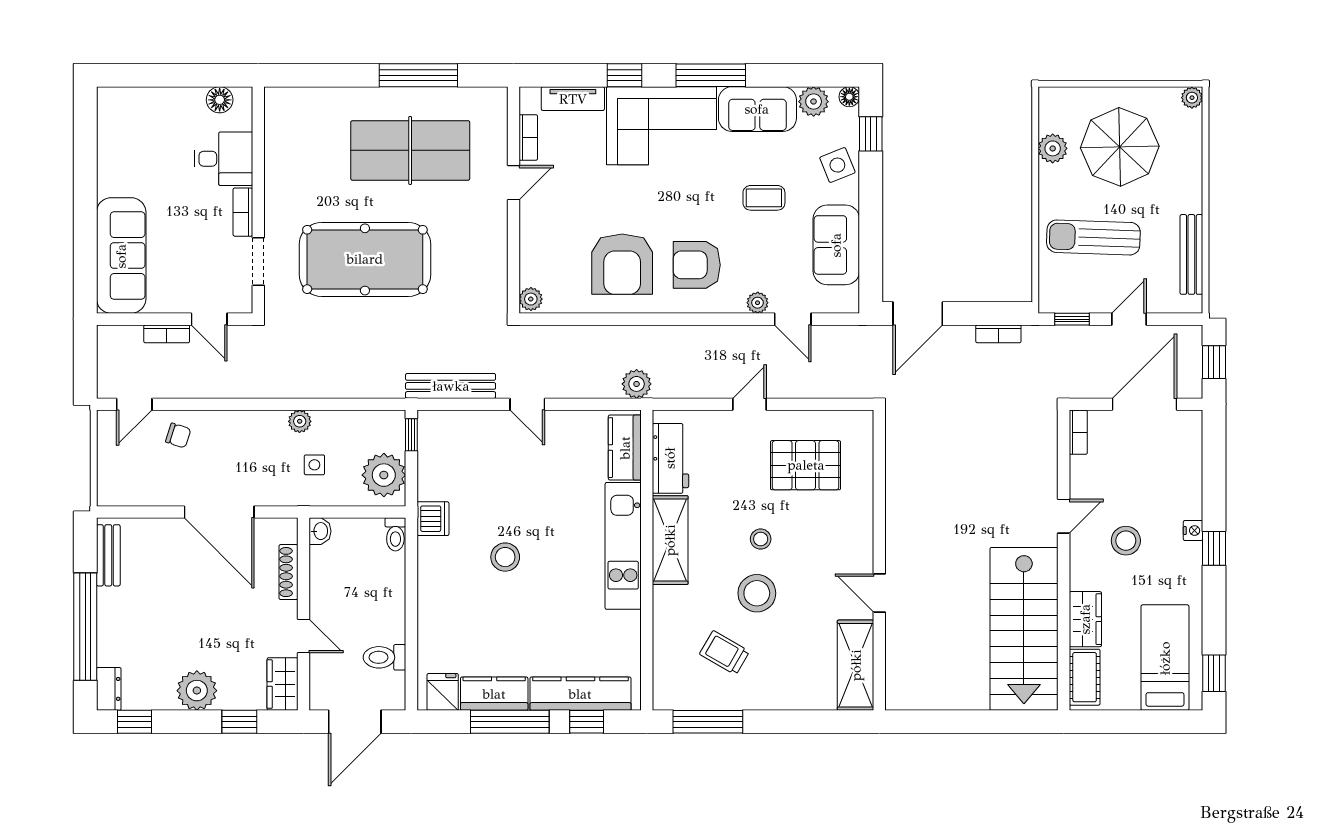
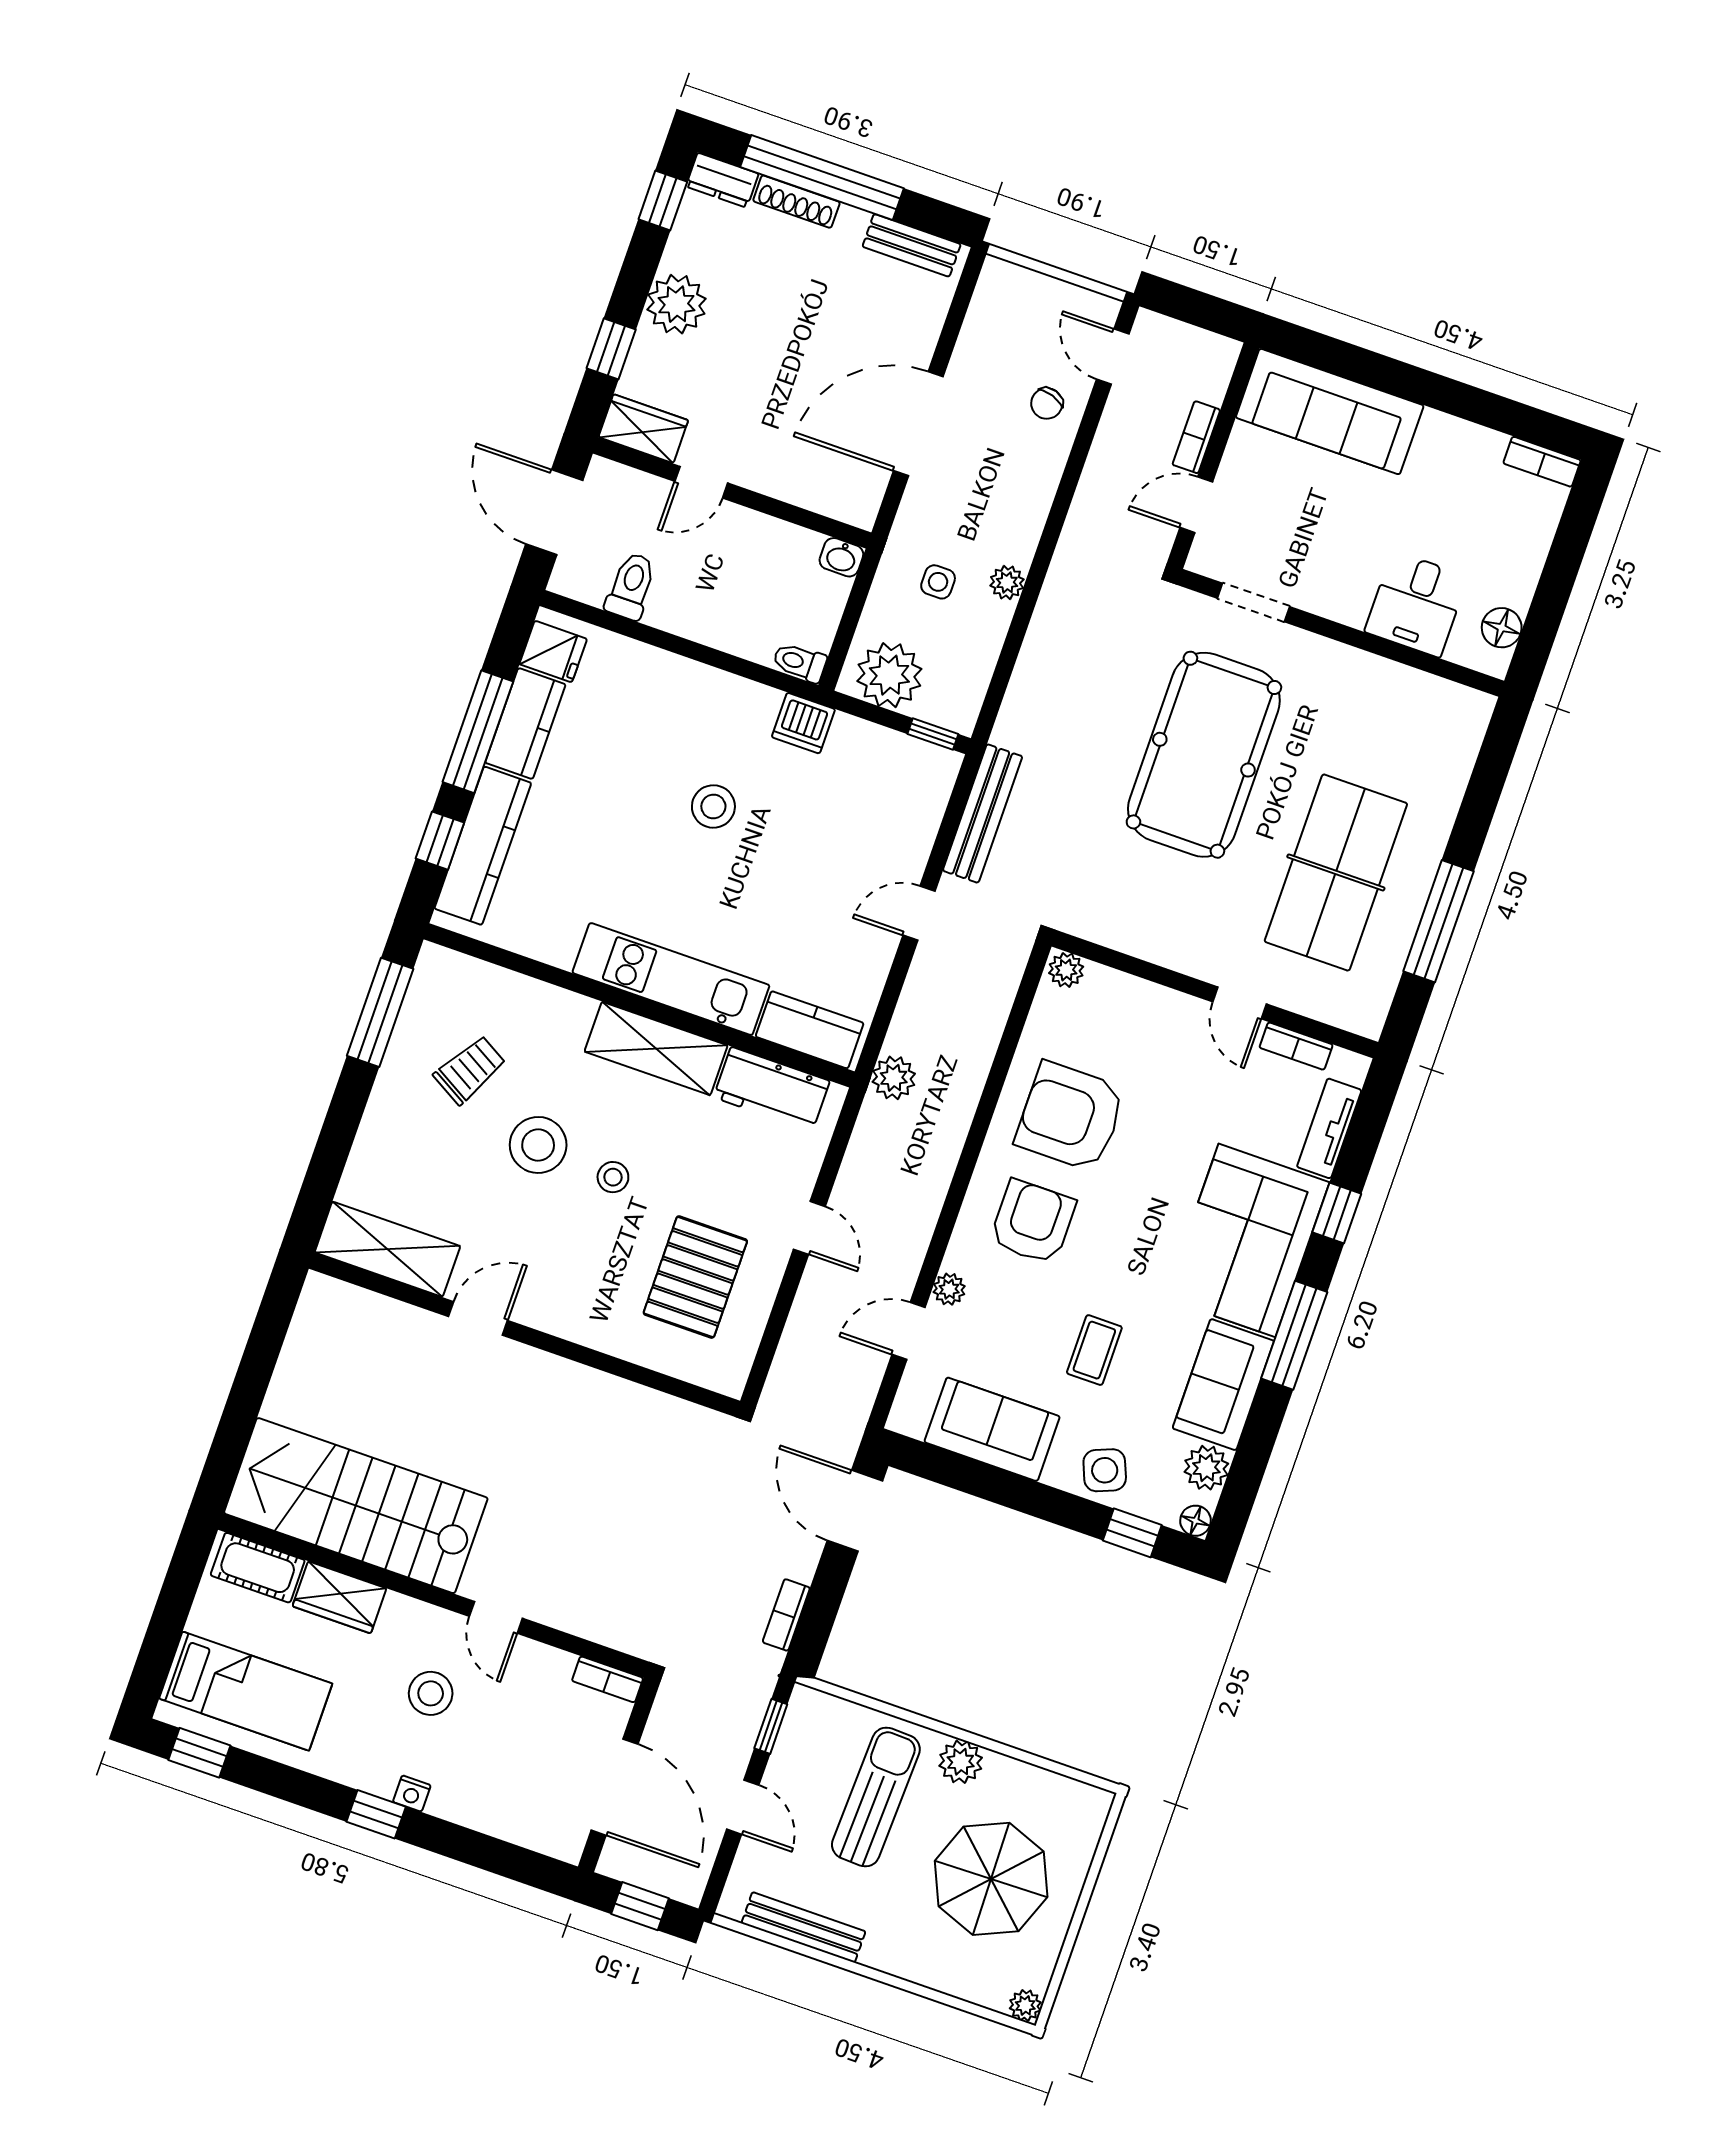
plant: (1053, 148) -> (961, 1762), moved
bookcase: (243, 212) -> (1542, 462), moved, turned 180
shoe rack: (289, 572) -> (796, 202), moved, turned 180

